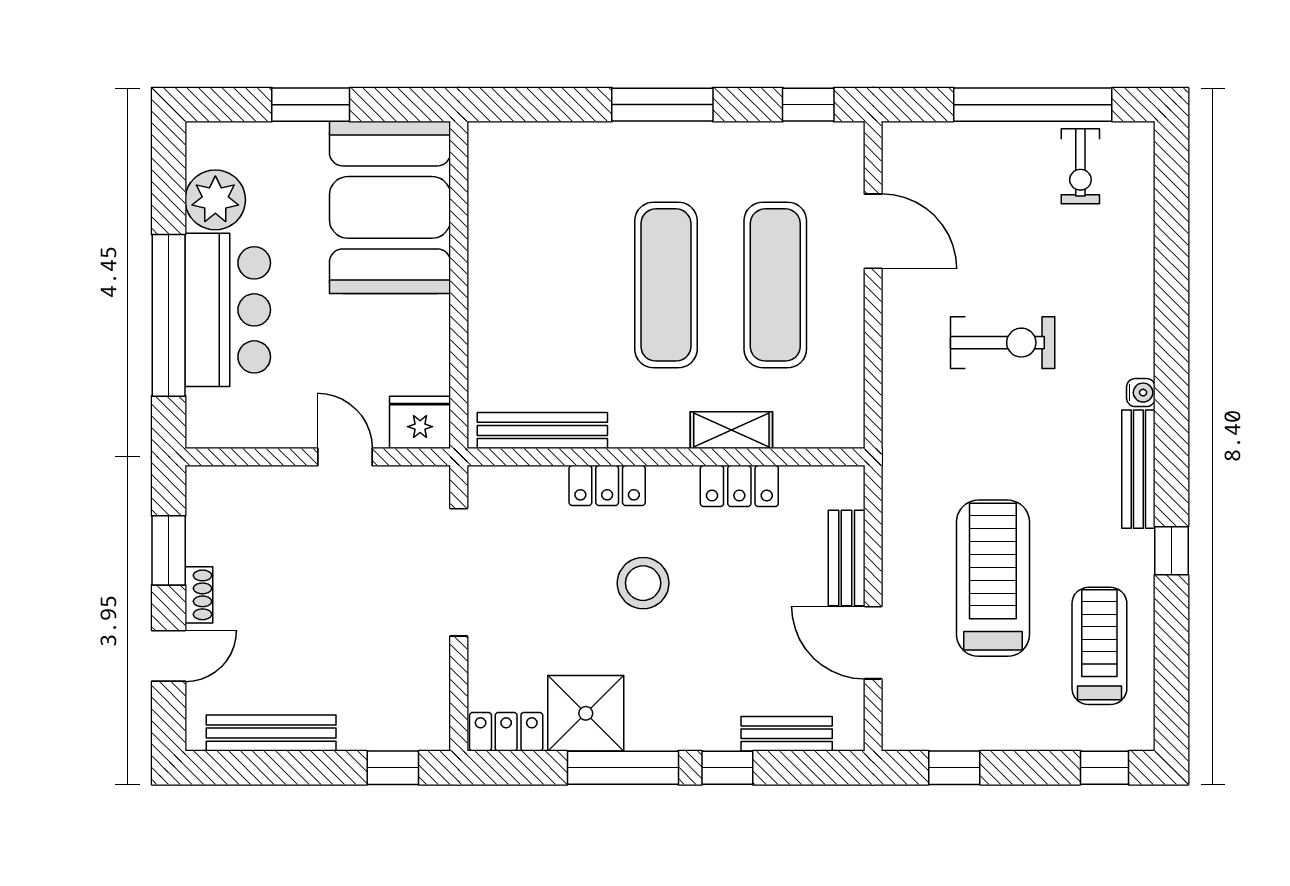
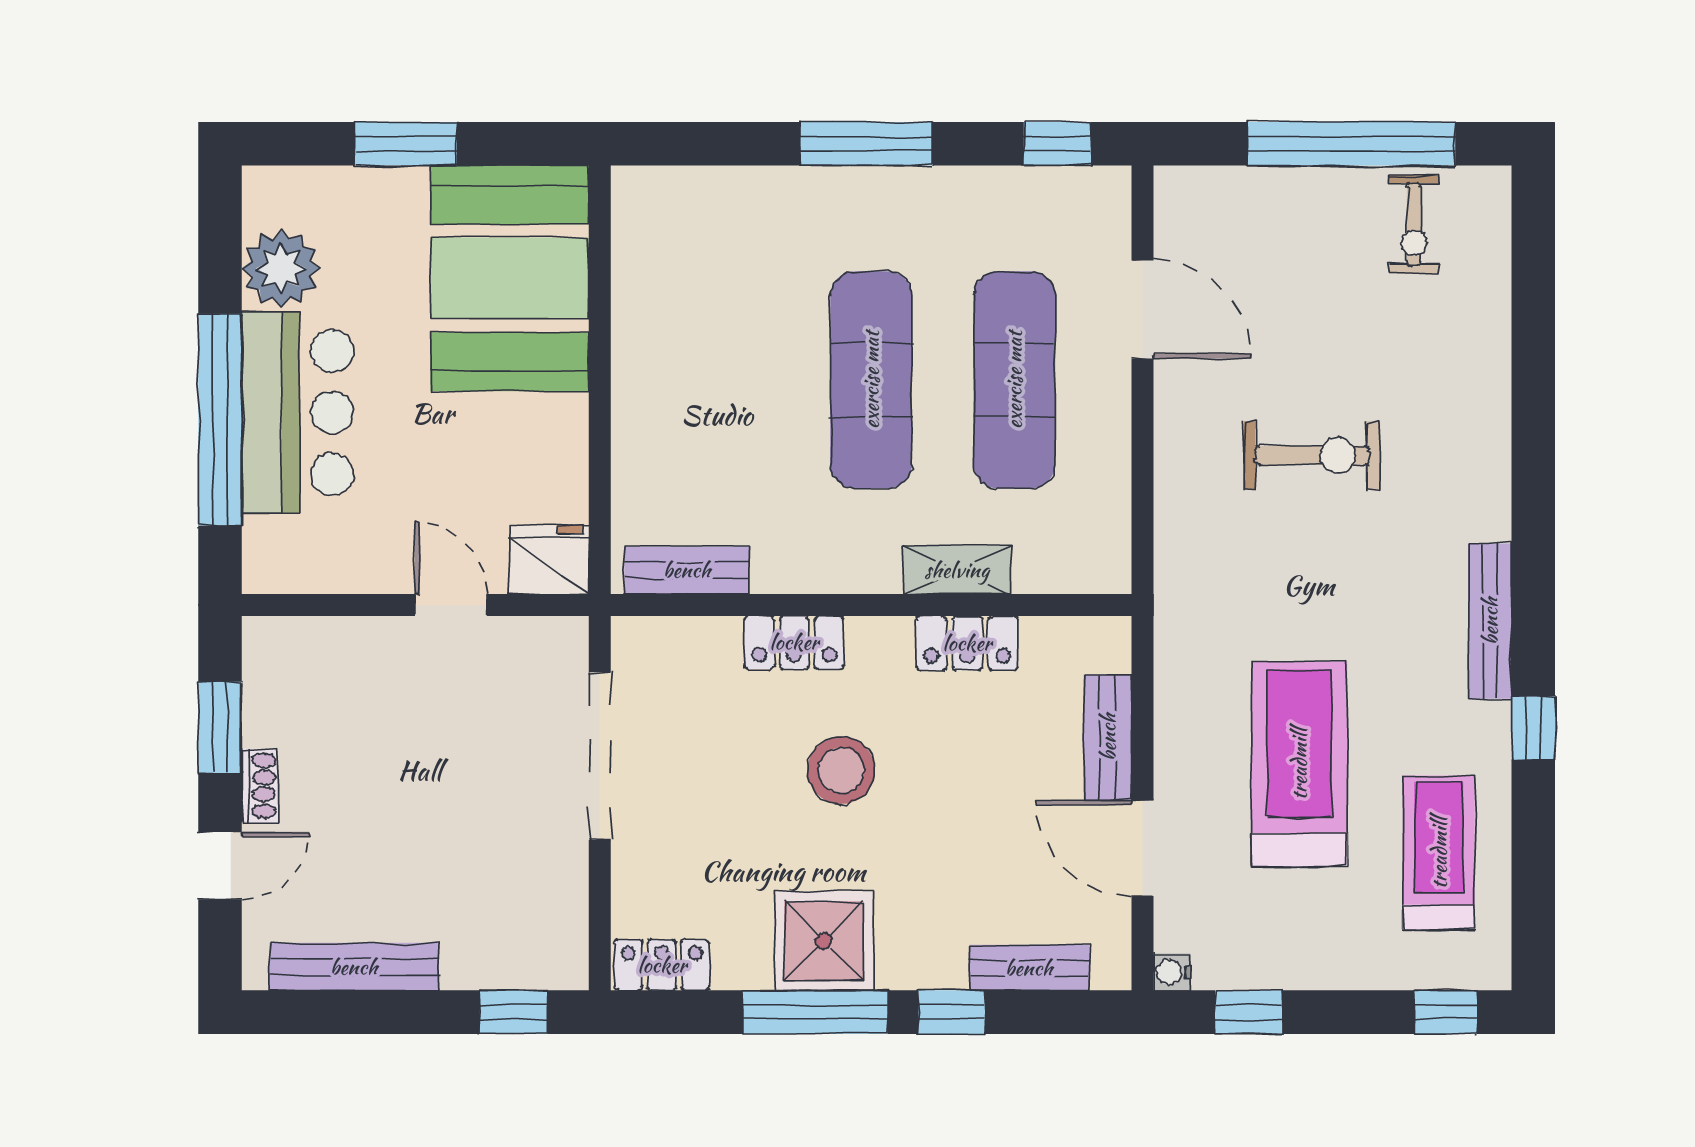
water cooler: (1141, 393) -> (1172, 972), moved, turned 180
bench: (542, 430) -> (687, 570), width x0.73
shower: (586, 713) -> (824, 941), moved

